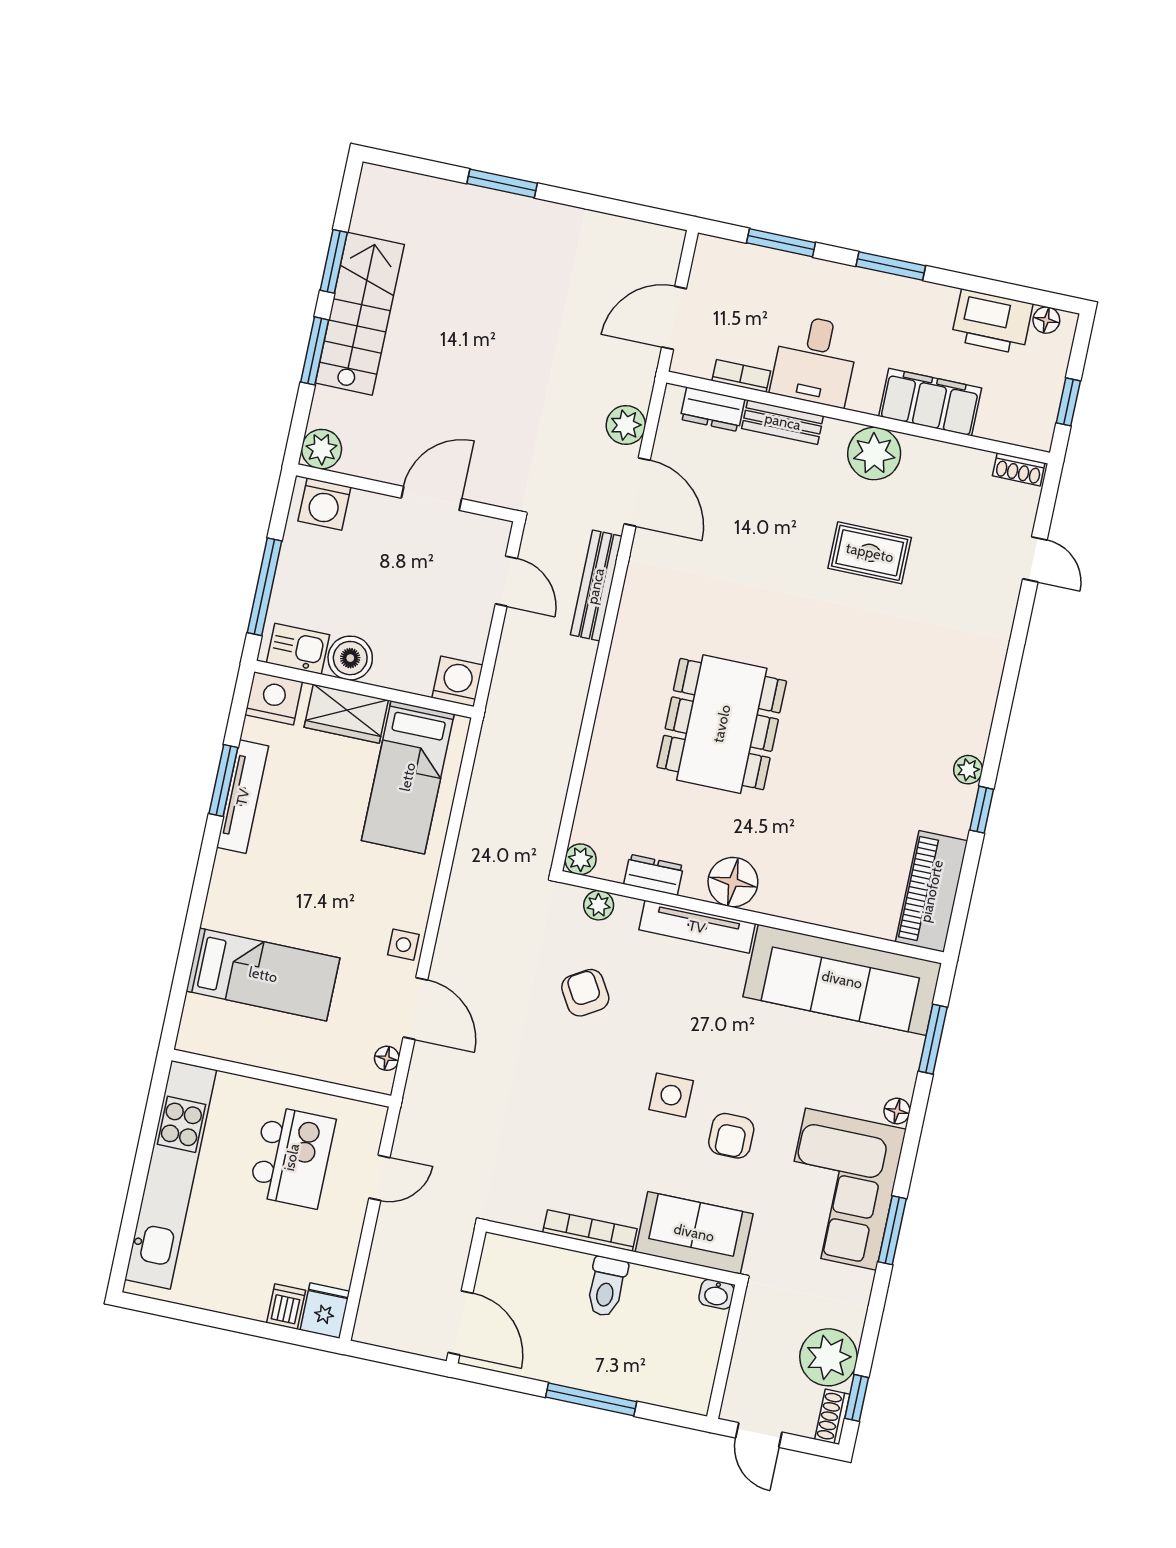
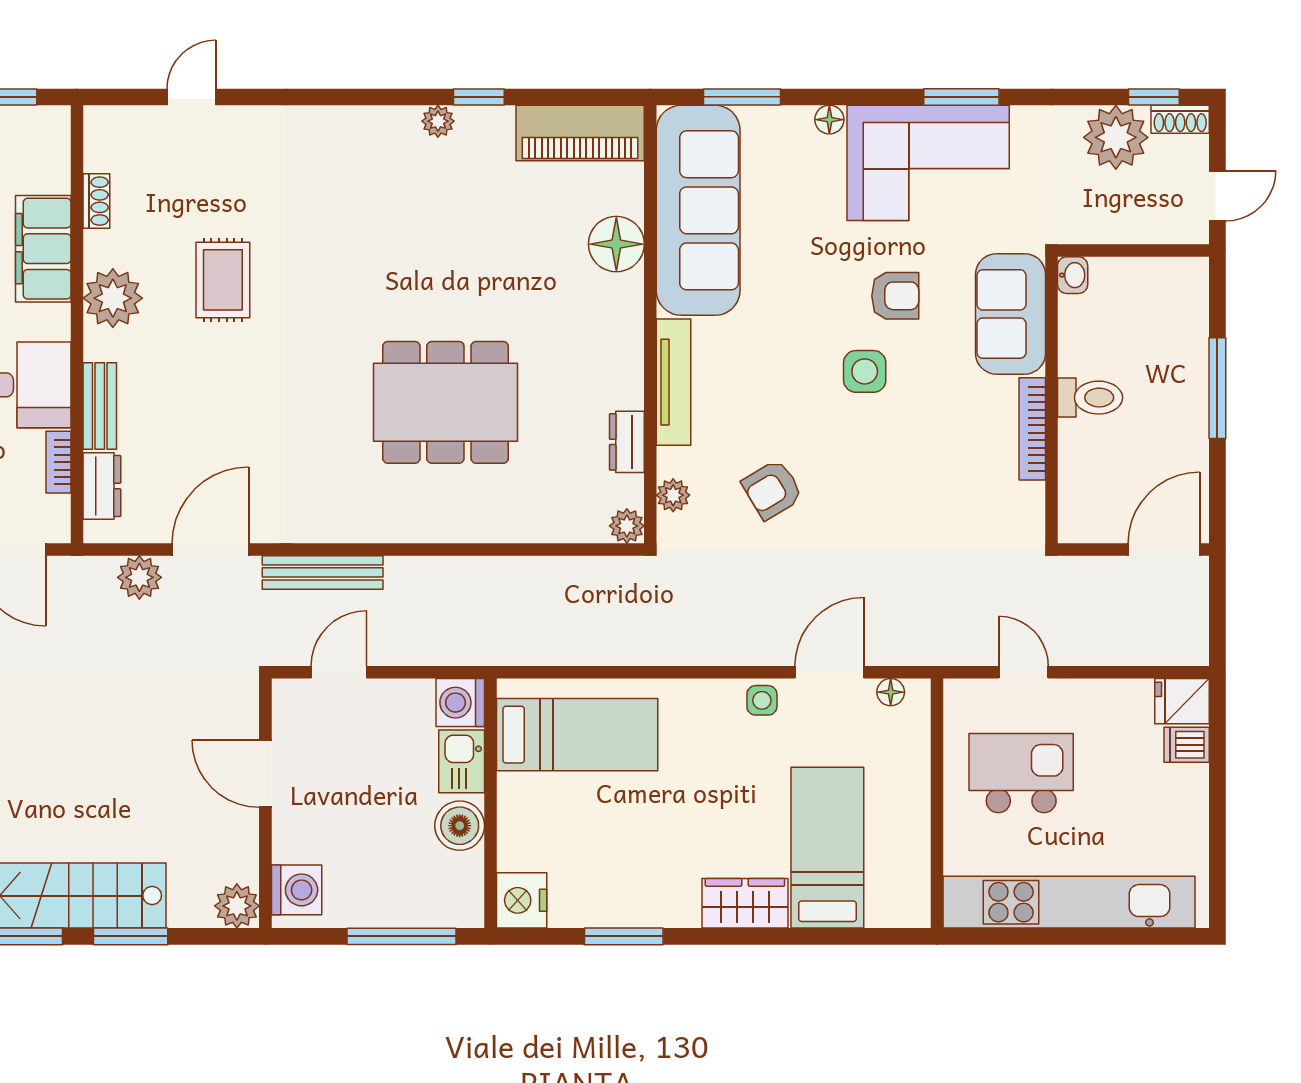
shoe rack: (1019, 469) -> (96, 201), moved
kitchen sink: (298, 649) -> (462, 761), moved
wardrobe: (346, 714) -> (745, 903), moved, turned -90
tv unit: (243, 797) -> (637, 911), removed
floor lamp: (733, 882) -> (616, 244), moved

